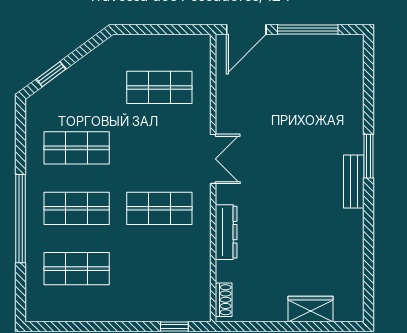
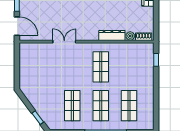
shop shelf: (159, 87) -> (44, 67), removed
double door: (213, 159) -> (64, 42), moved
plant: (225, 271) -> (130, 36), added

